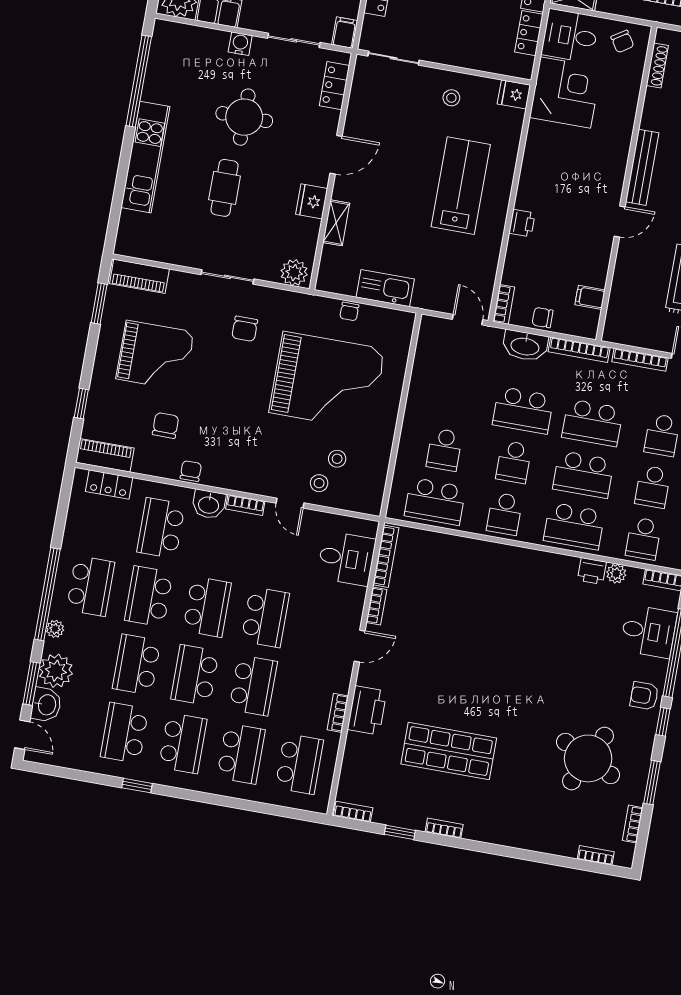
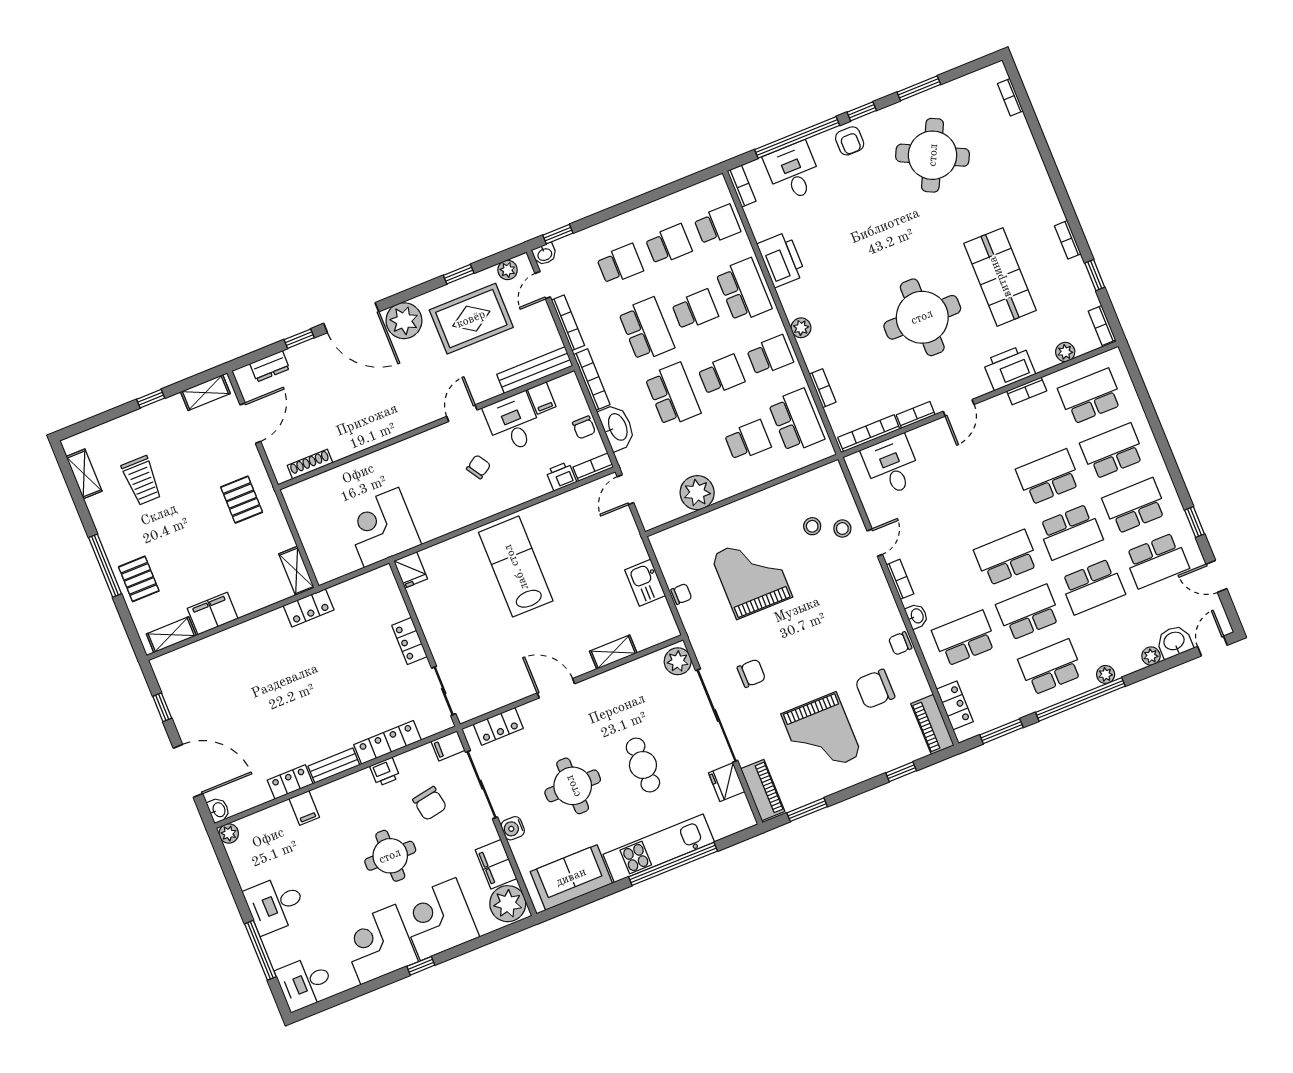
locker: (529, 33) -> (409, 641), moved, turned 90
desk: (570, 36) -> (513, 423), moved, turned 180
sliding door: (294, 40) -> (482, 785), width x1.37
chair: (622, 41) -> (479, 467), moved
sofa: (167, 67) -> (571, 877), added
window: (139, 81) -> (673, 864), moved
stool: (451, 98) -> (447, 621), removed
bench: (642, 167) -> (535, 370), moved
lab bench: (461, 186) -> (516, 567), turned 90
cafe table: (225, 188) -> (643, 765), turned 90
fridge: (312, 201) -> (727, 782), moved, turned 90
door: (620, 222) -> (462, 413), hinge flipped
printer: (522, 223) -> (561, 476), moved
sliding door: (227, 277) -> (717, 715), width x1.86
kitchen sink: (385, 288) -> (645, 583), width x0.73
grand piano: (155, 355) -> (821, 735), turned 180
plant: (427, 379) -> (697, 493), added
grand piano: (327, 381) -> (752, 576), width x0.73, depth x0.68
chair: (166, 425) -> (875, 689), width x1.37, depth x1.37
school desk: (583, 474) -> (695, 310), width x0.54
washbasin: (209, 504) -> (917, 616), width x0.72, depth x0.69
school desk: (161, 528) -> (964, 638), turned 180
printer: (592, 571) -> (781, 260), width x1.87, depth x1.48
plant: (616, 574) -> (801, 328), moved
school desk: (149, 596) -> (1028, 612), turned 180
school desk: (265, 617) -> (984, 503), removed
door: (360, 646) -> (959, 408), swing flipped
round table: (456, 663) -> (922, 317), added
plant: (56, 671) -> (1151, 656), width x0.53, depth x0.53
window: (31, 684) -> (1001, 731), moved
plant: (350, 766) -> (1065, 352), added
door: (79, 775) -> (1216, 576), added
bookcase: (633, 824) -> (823, 388), moved, turned -90

